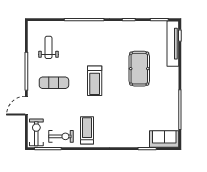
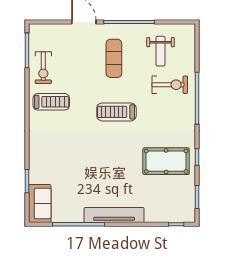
tv unit: (173, 44) -> (114, 215), moved
weight bench: (48, 47) -> (160, 51), turned 90
pool table: (139, 69) -> (166, 161), moved
exercise bike: (36, 132) -> (170, 85), moved

